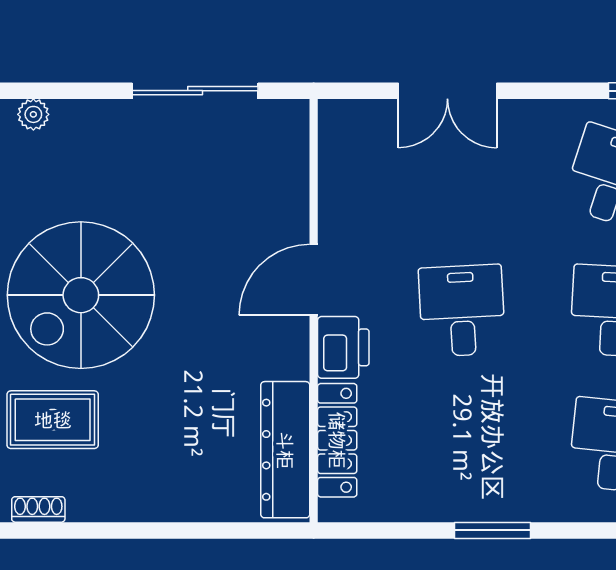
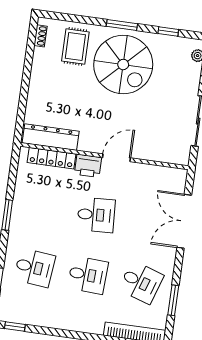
double door: (447, 91) -> (184, 221), width x1.37
door: (314, 280) -> (116, 158), hinge flipped
spiral stairs: (81, 295) -> (123, 65), turned 180

